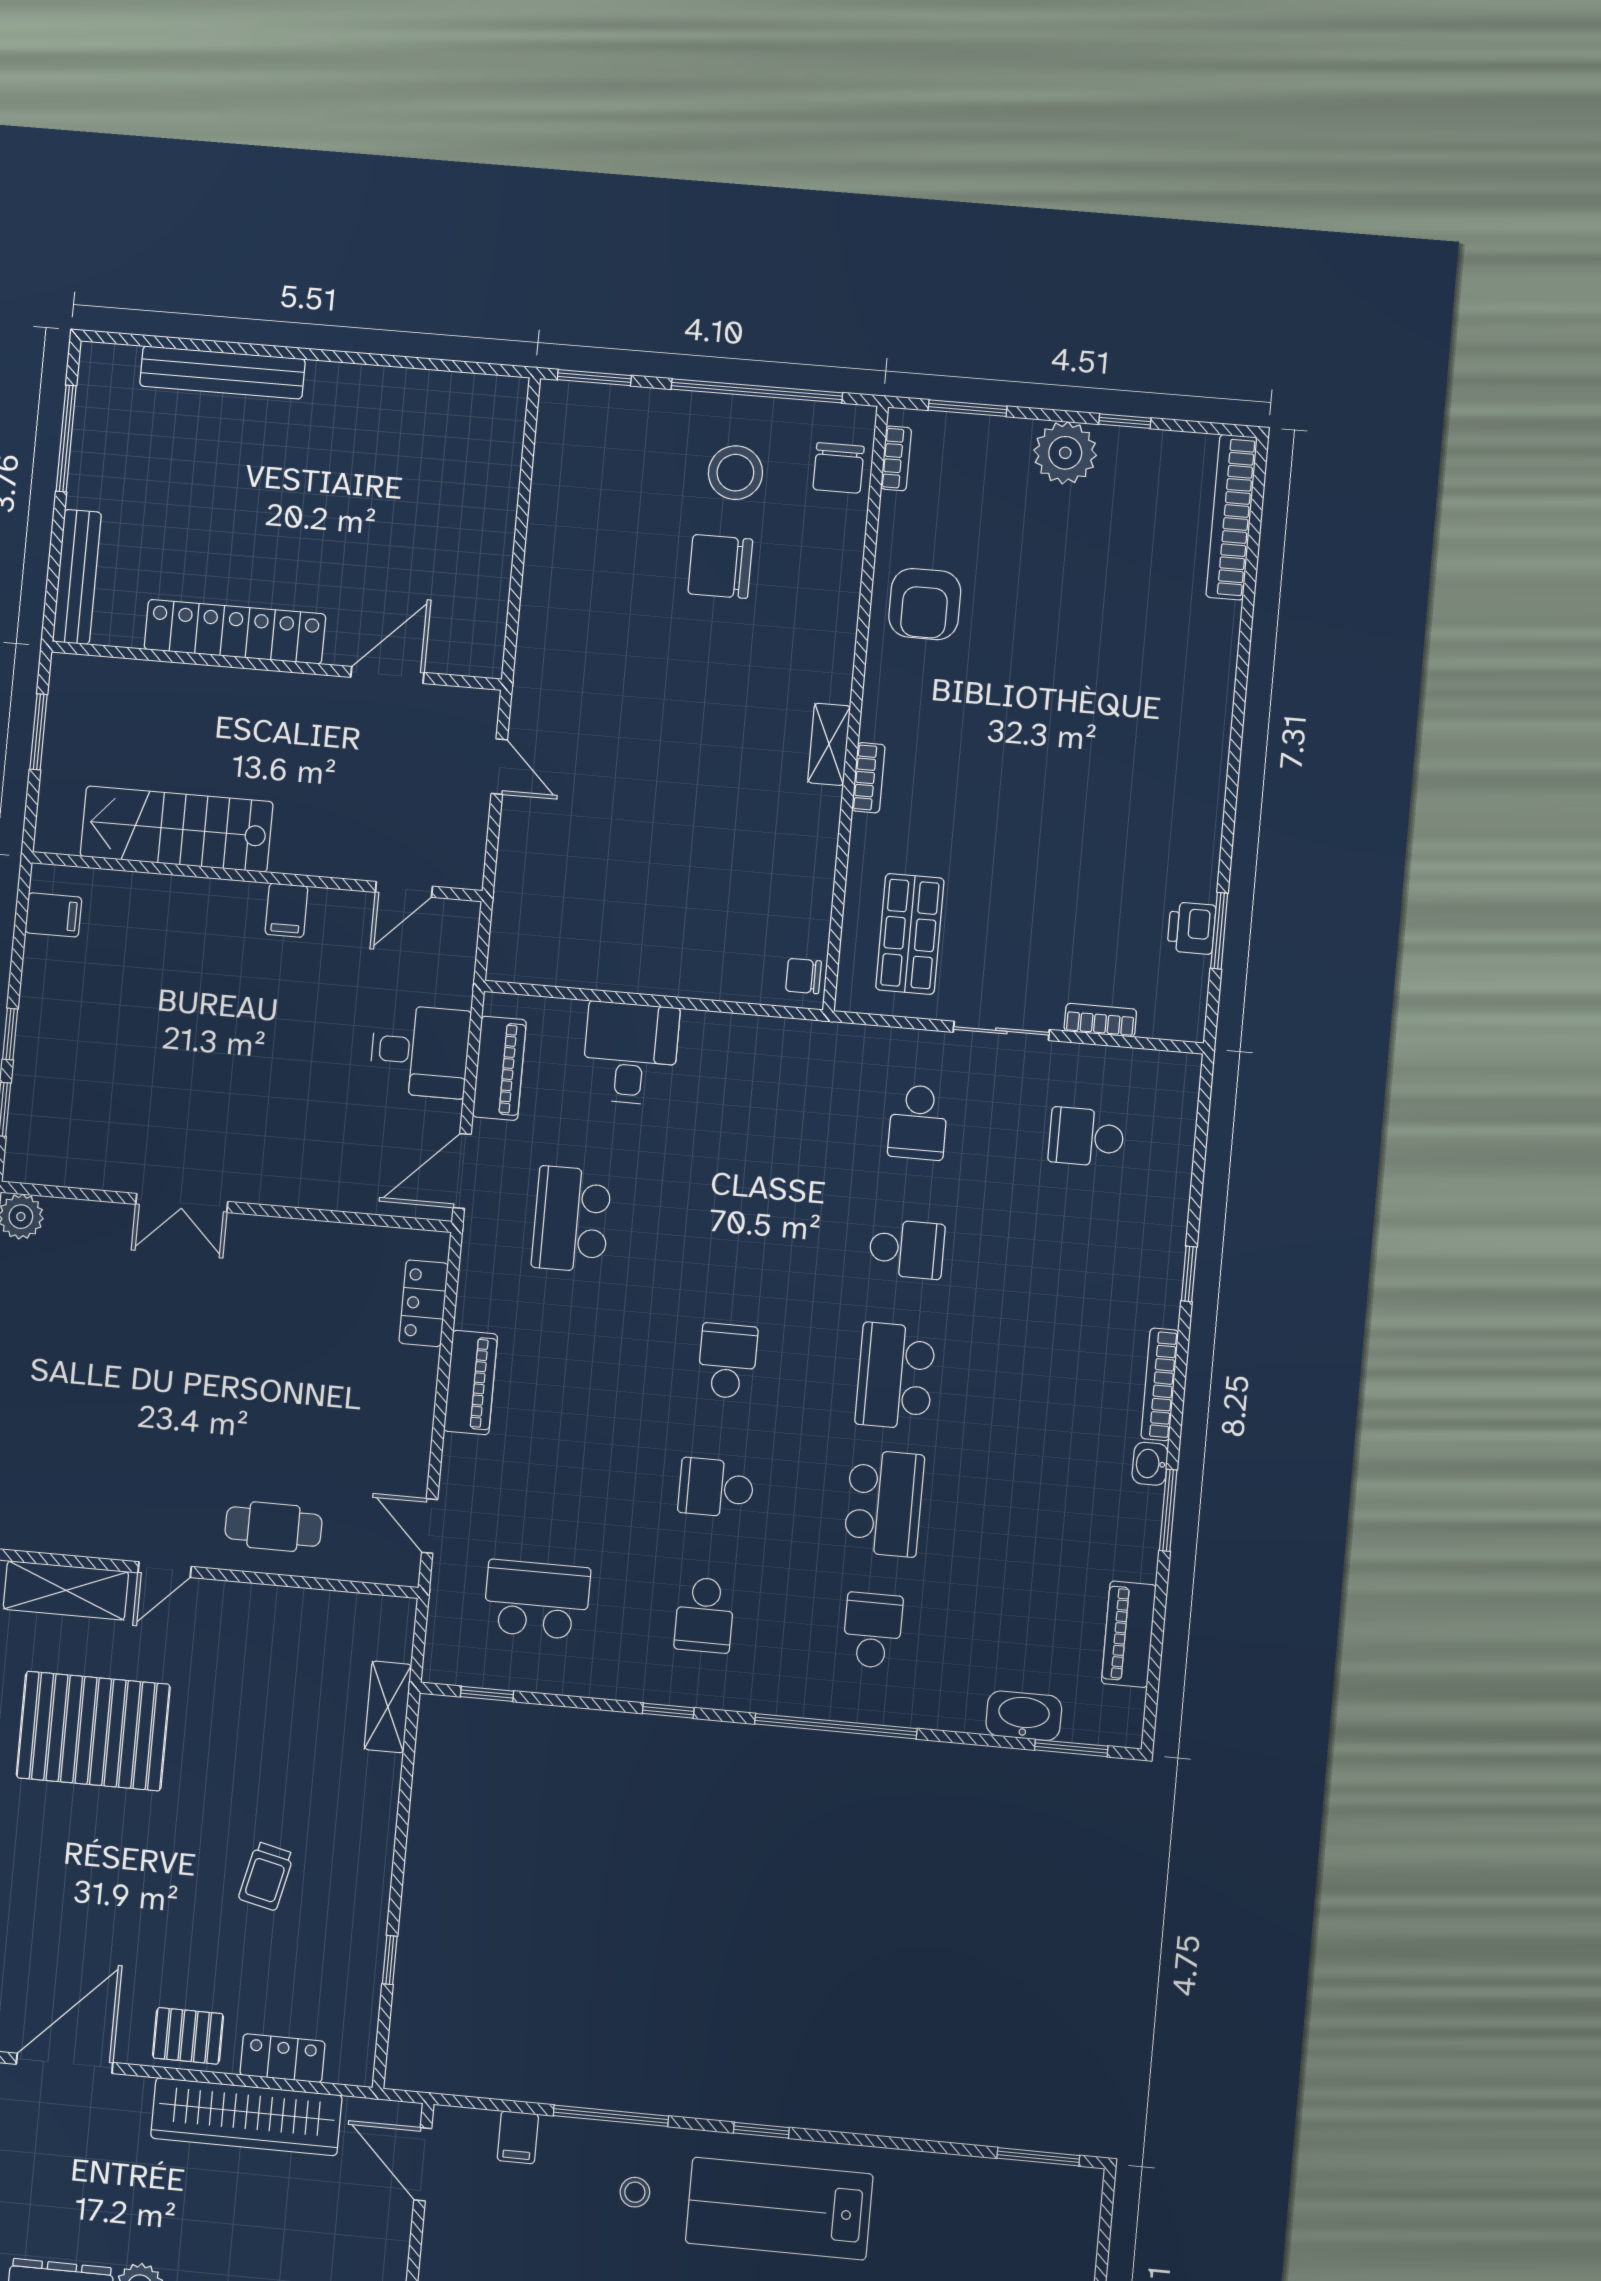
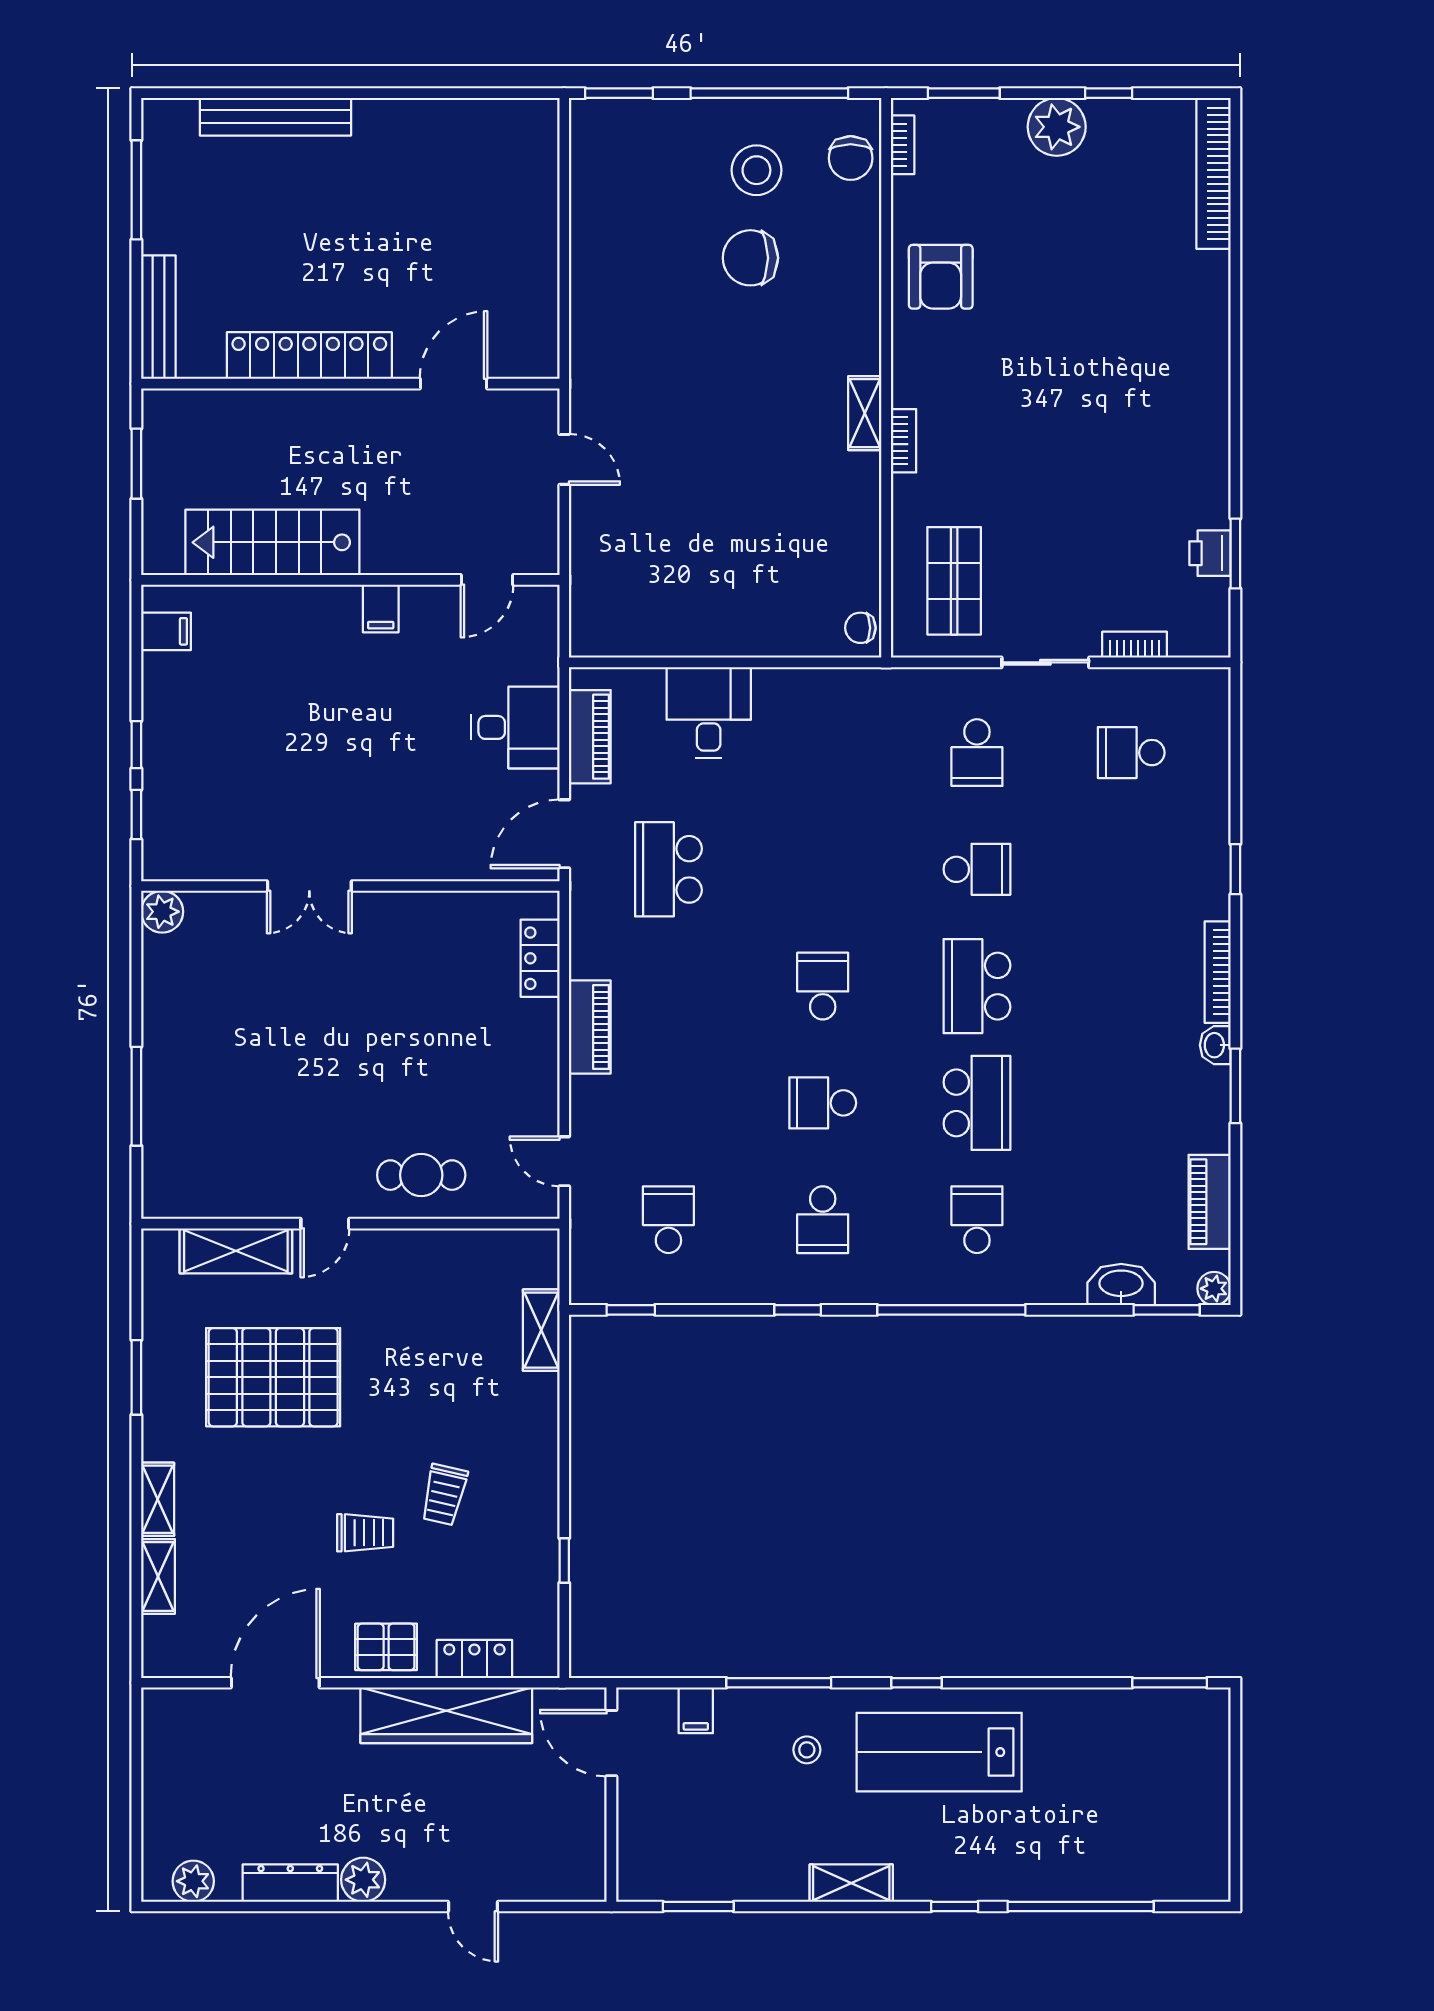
school desk: (537, 1600) -> (668, 1220), width x0.54
plant: (1125, 1729) -> (1214, 1289), added
trolley: (177, 1909) -> (365, 1533), added

